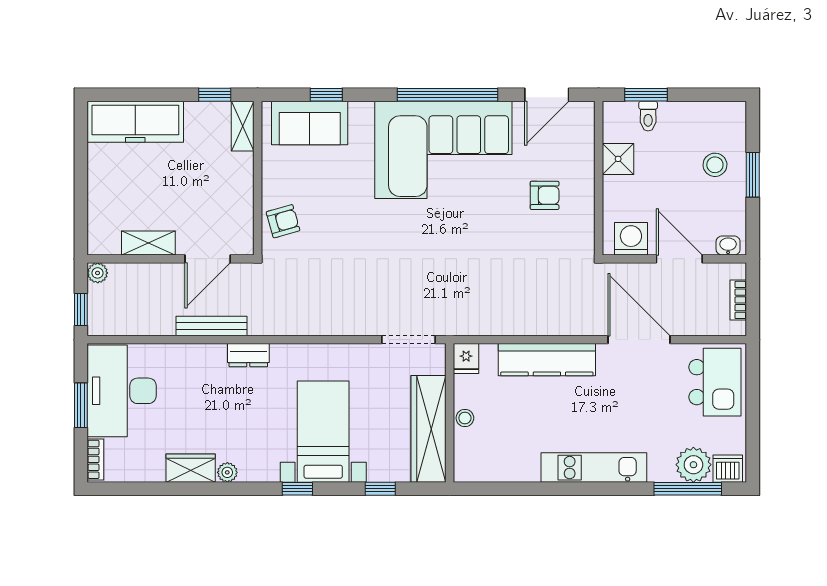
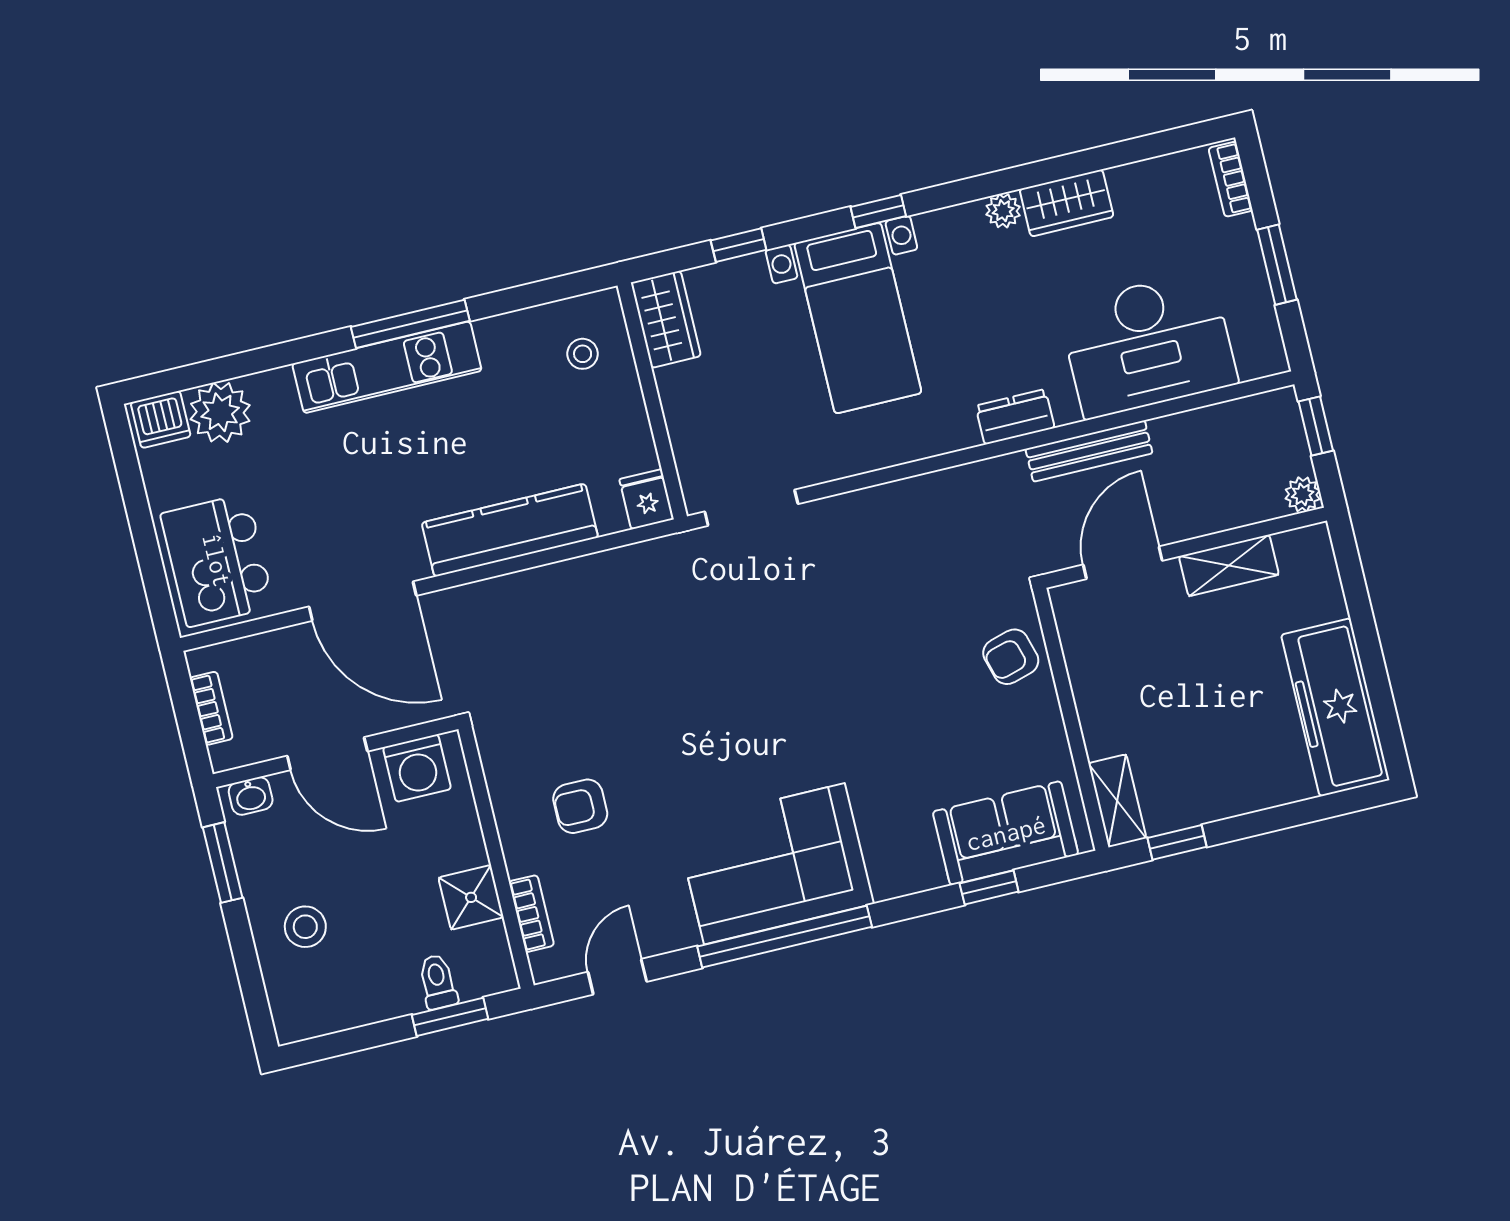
door: (547, 95) -> (617, 977), width x0.73
freezer: (135, 122) -> (1335, 707), moved, turned -90
bookcase: (586, 142) -> (531, 914), added
corner sofa: (443, 150) -> (774, 864), width x0.73, depth x0.74
window: (753, 175) -> (223, 863), moved
desk: (122, 391) -> (1148, 344), moved, turned 90
stool: (465, 418) -> (583, 354), moved
wardrobe: (429, 429) -> (666, 319), width x0.48, depth x0.85
window: (688, 489) -> (410, 324), moved

